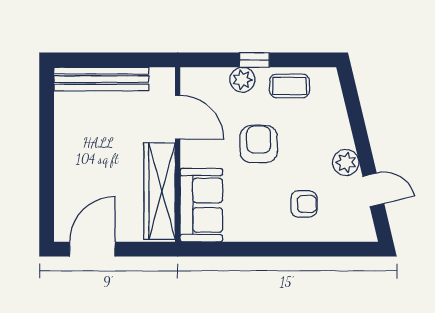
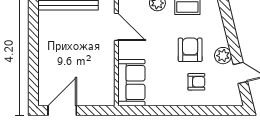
armchair: (259, 144) -> (190, 50), moved
wardrobe: (160, 191) -> (105, 74), removed

